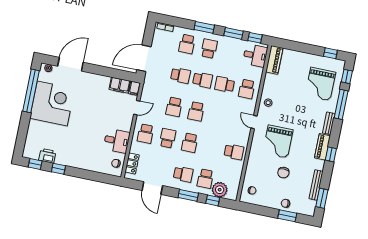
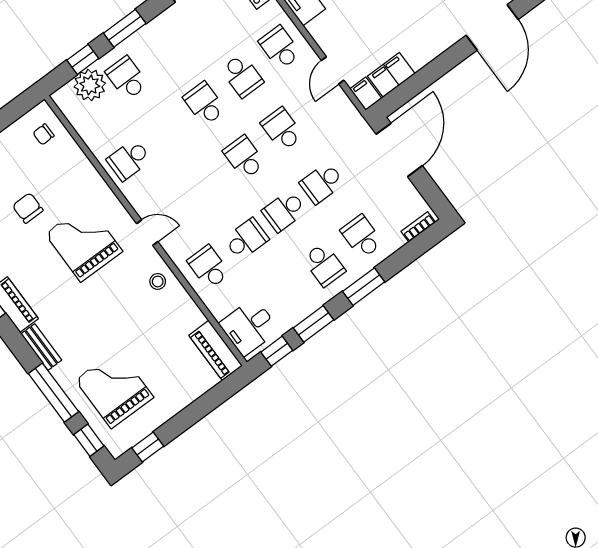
school desk: (183, 174) -> (165, 50), removed

